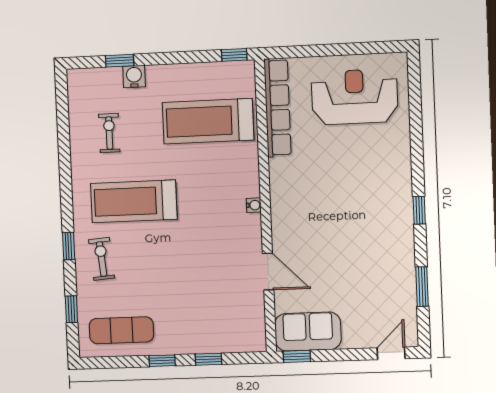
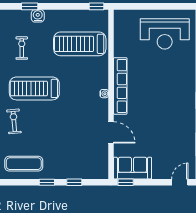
reception desk: (355, 97) -> (165, 34), turned 180
row of seats: (277, 108) -> (120, 86), moved

